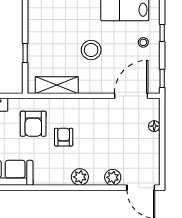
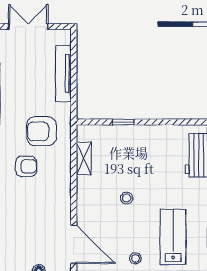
stool: (91, 50) -> (127, 198), width x0.53, depth x0.53
shelving: (57, 85) -> (84, 158), width x0.67, depth x0.75

